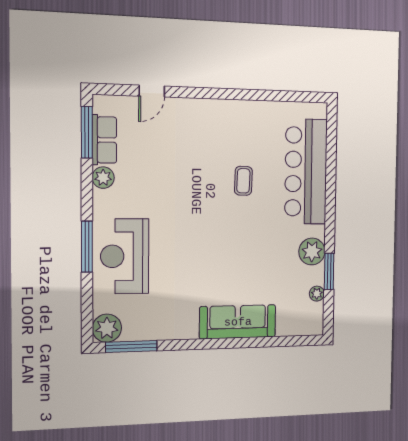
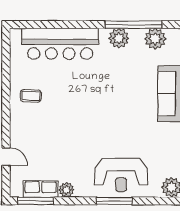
coffee table: (243, 181) -> (31, 96), moved
window: (329, 271) -> (134, 25), width x2.11
plant: (317, 294) -> (155, 39), width x1.87, depth x1.87

